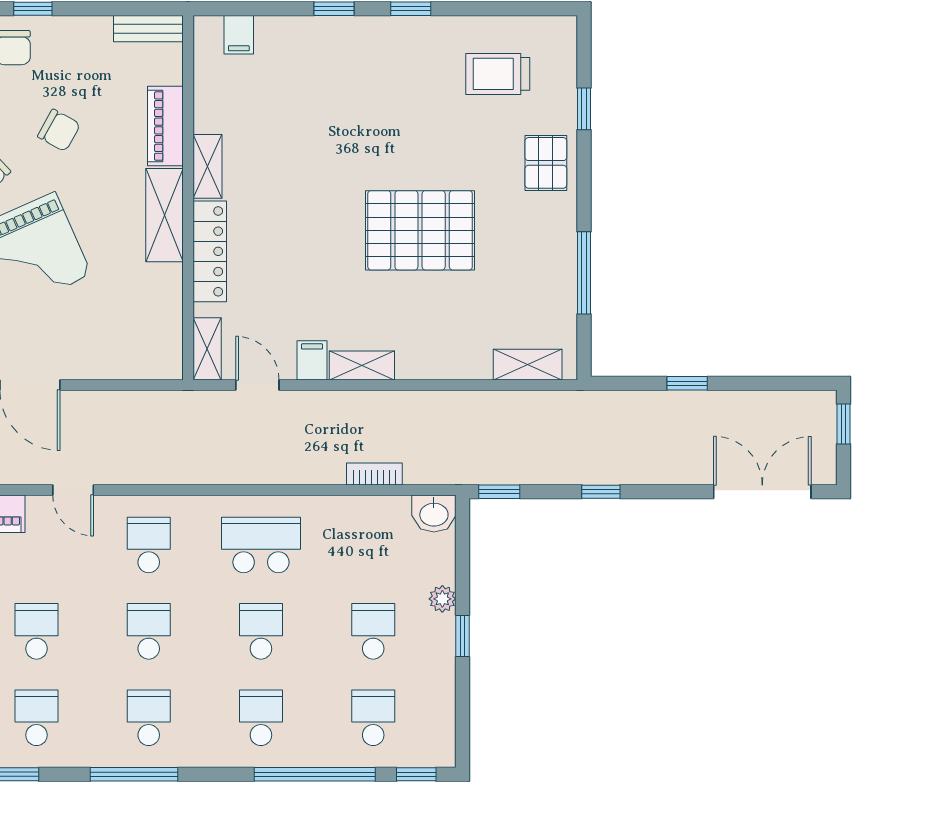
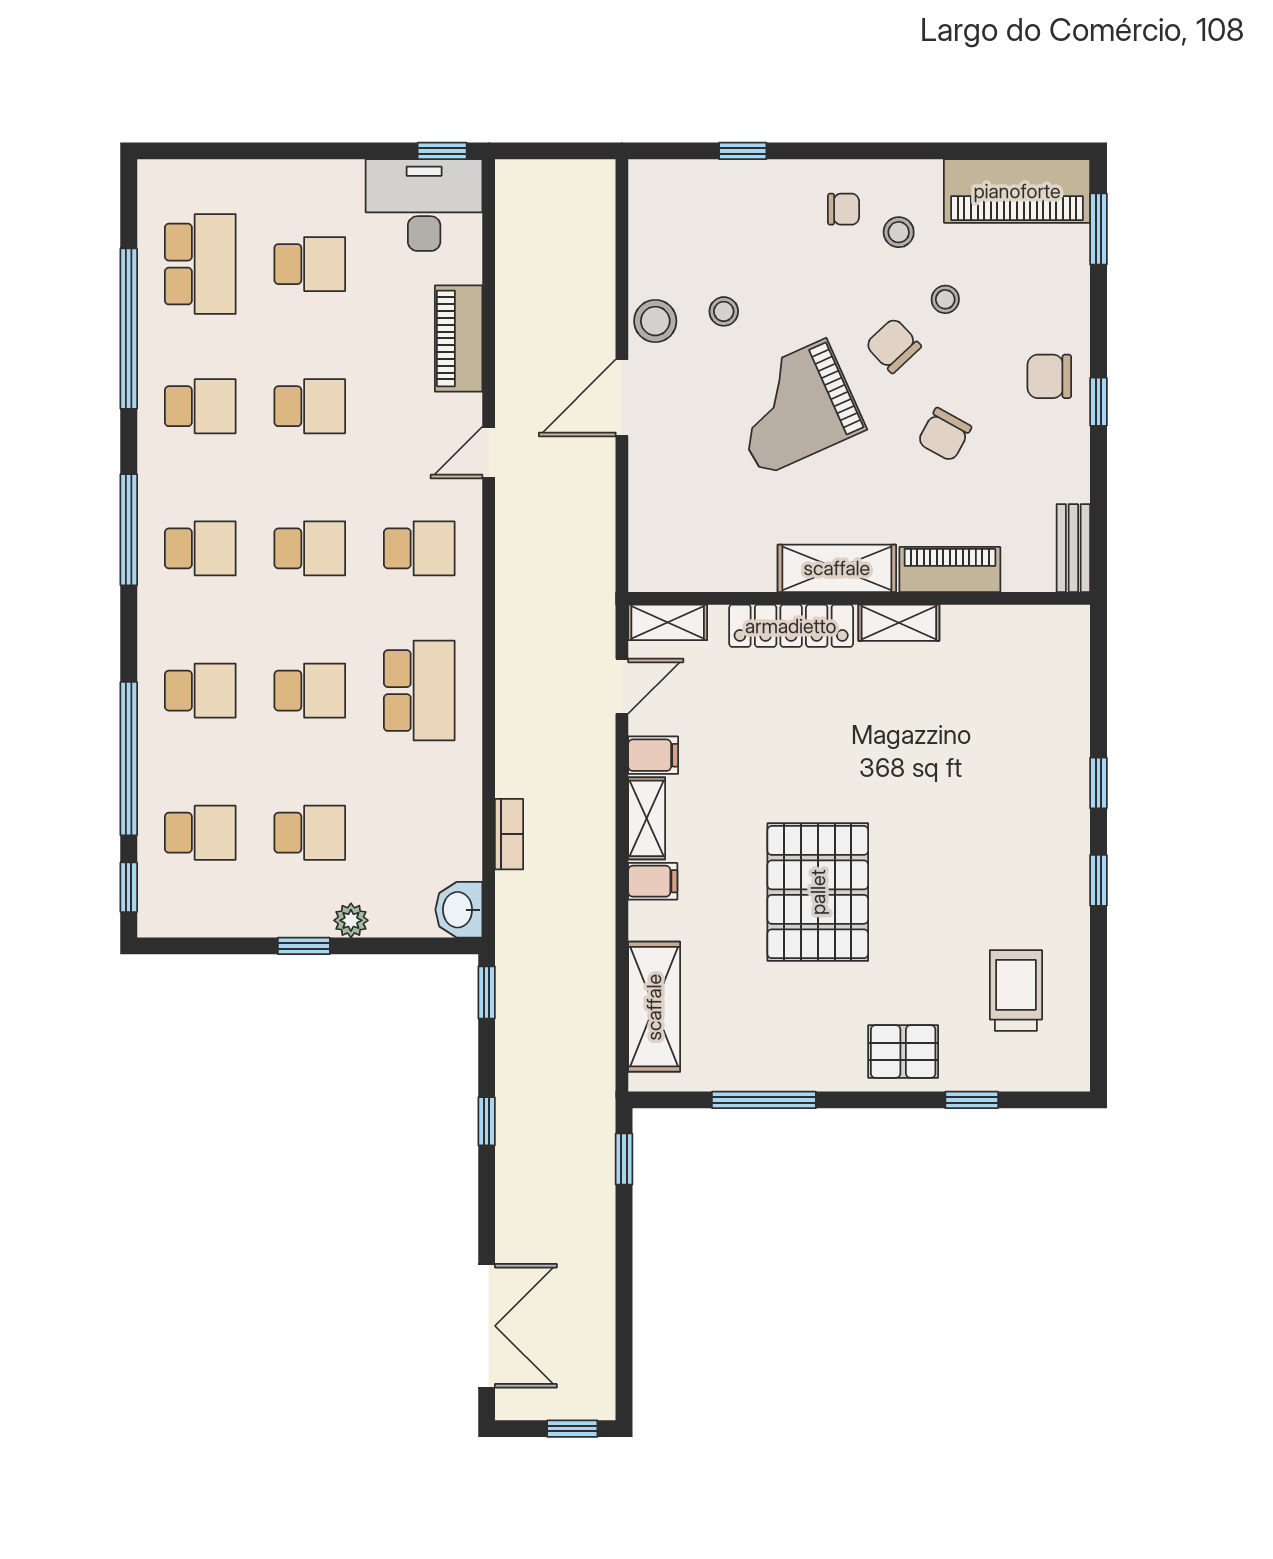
filing cabinet: (239, 35) -> (653, 881), moved, turned 180
shelving: (528, 365) -> (654, 1007), width x1.50, depth x1.33
window: (687, 383) -> (624, 1159), moved

